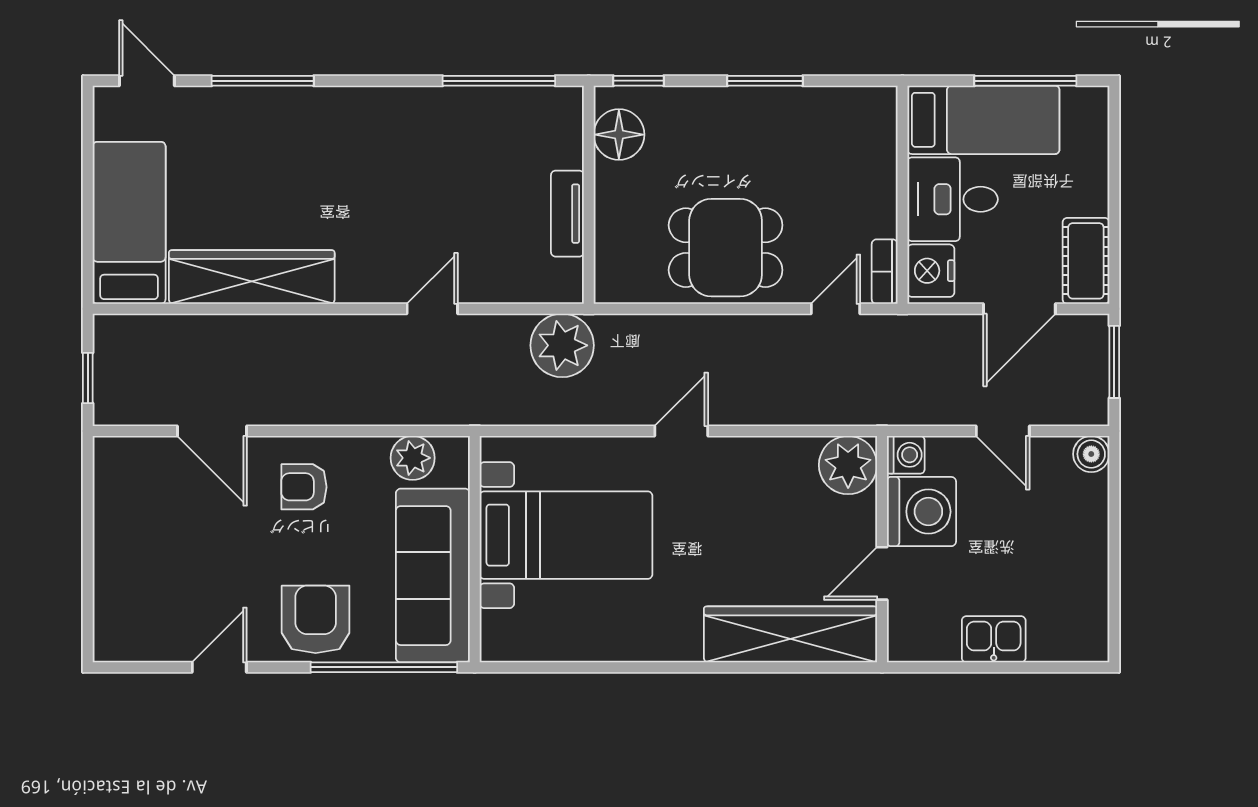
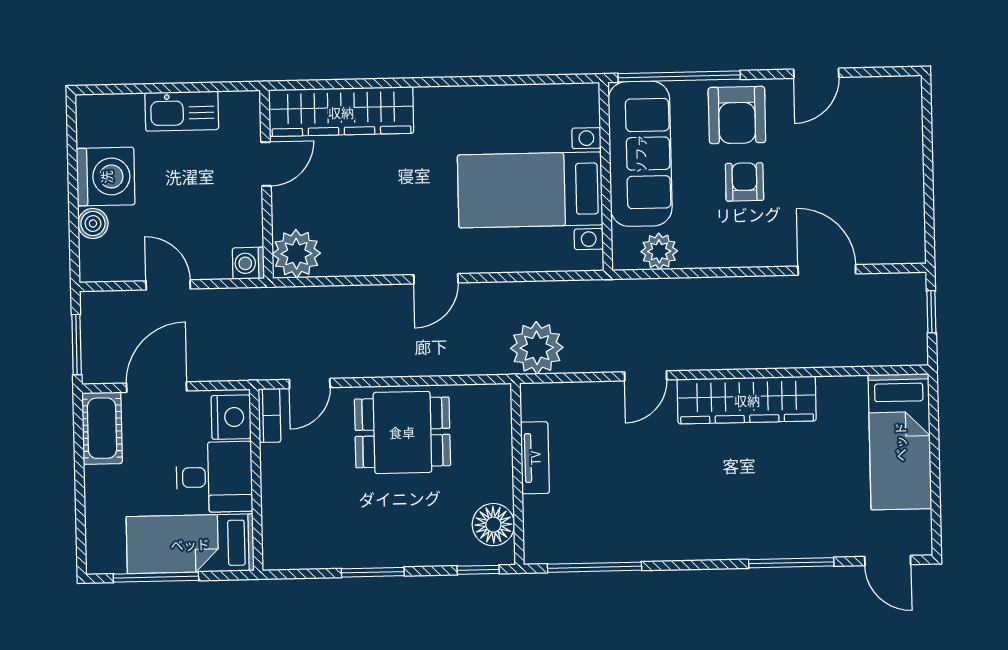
wardrobe: (252, 277) -> (747, 400), moved
boiler: (1091, 454) -> (93, 223), moved
armchair: (304, 487) -> (745, 182), moved, turned -90
washing machine: (921, 512) -> (106, 177), moved, turned 180
kitchen sink: (994, 639) -> (182, 111), width x1.38

